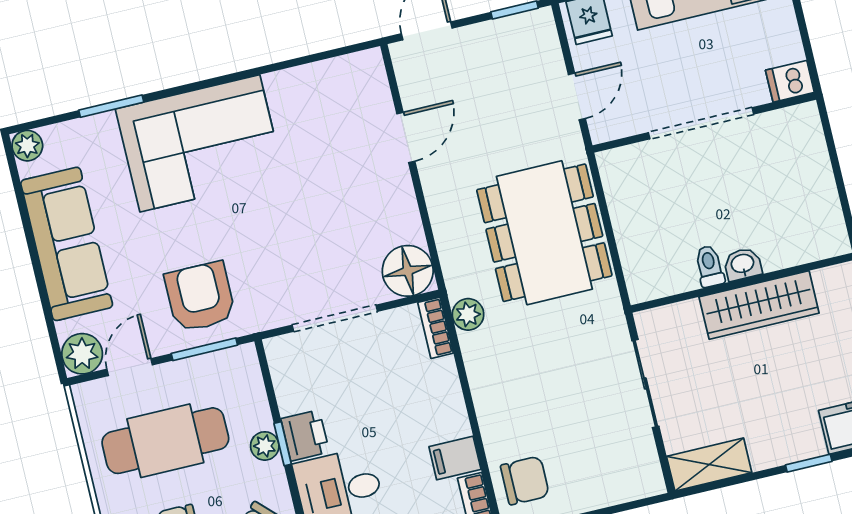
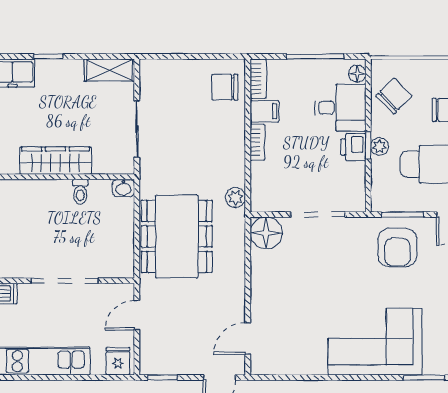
door: (406, 137) -> (248, 338), moved
washbasin: (743, 264) -> (123, 188), moved
bookcase: (435, 328) -> (257, 142), moved

